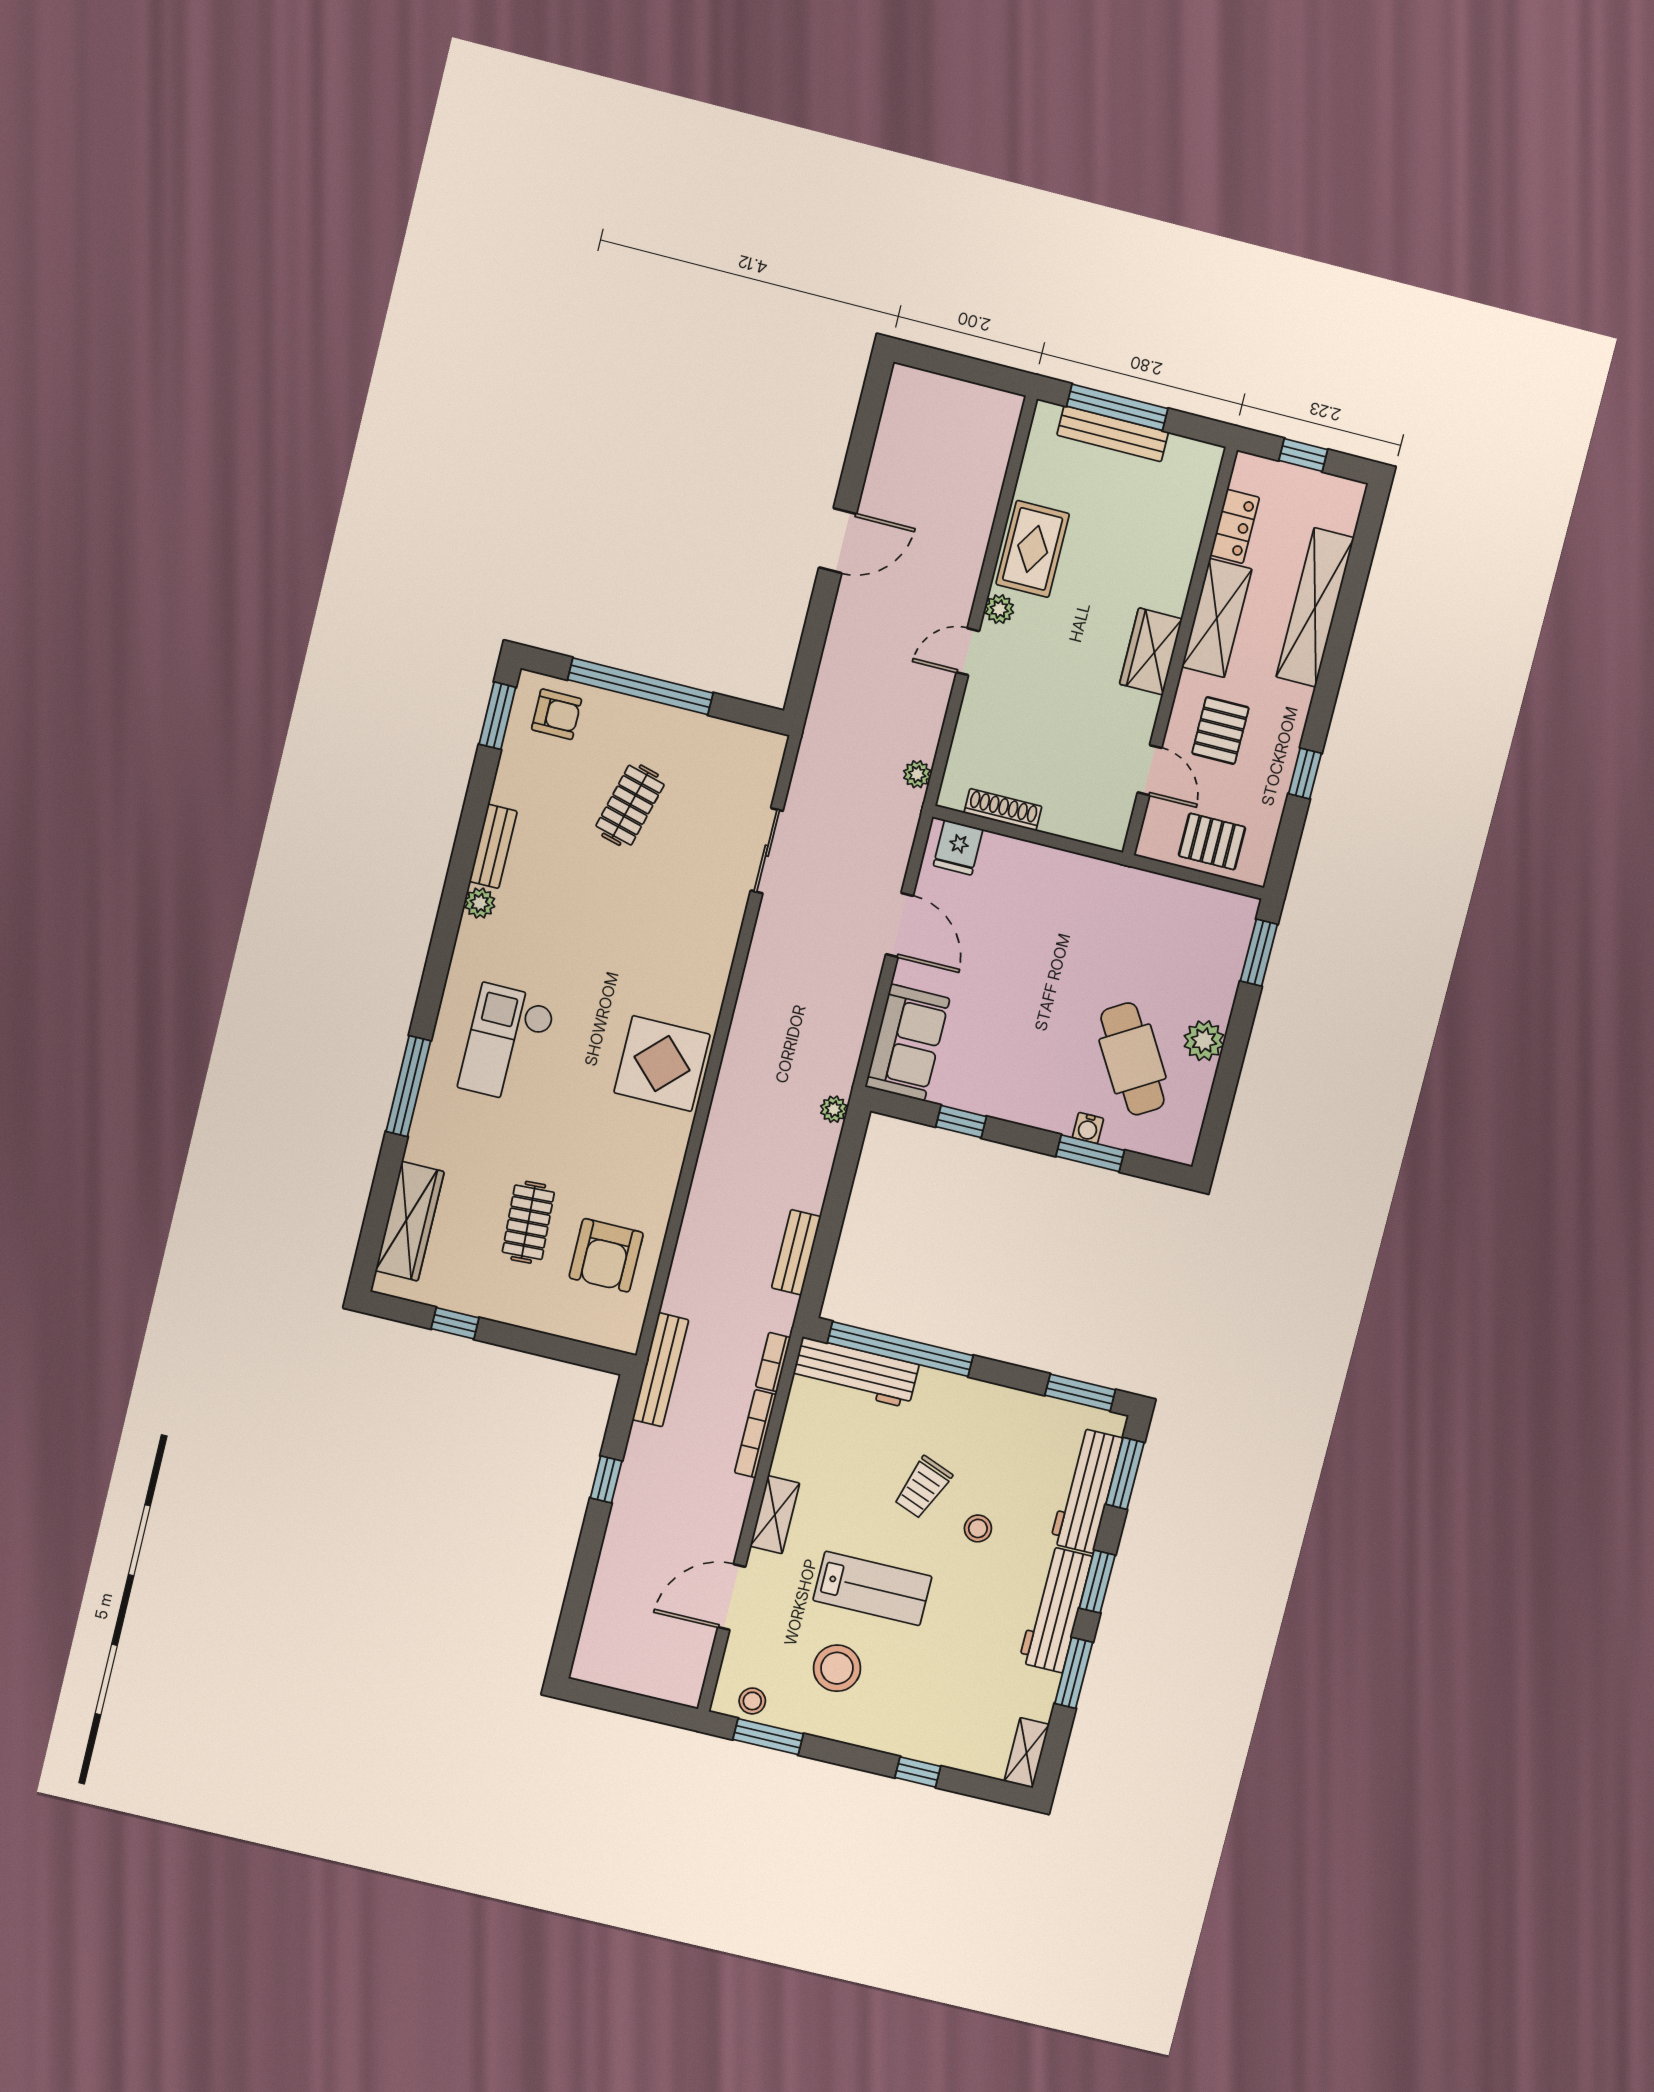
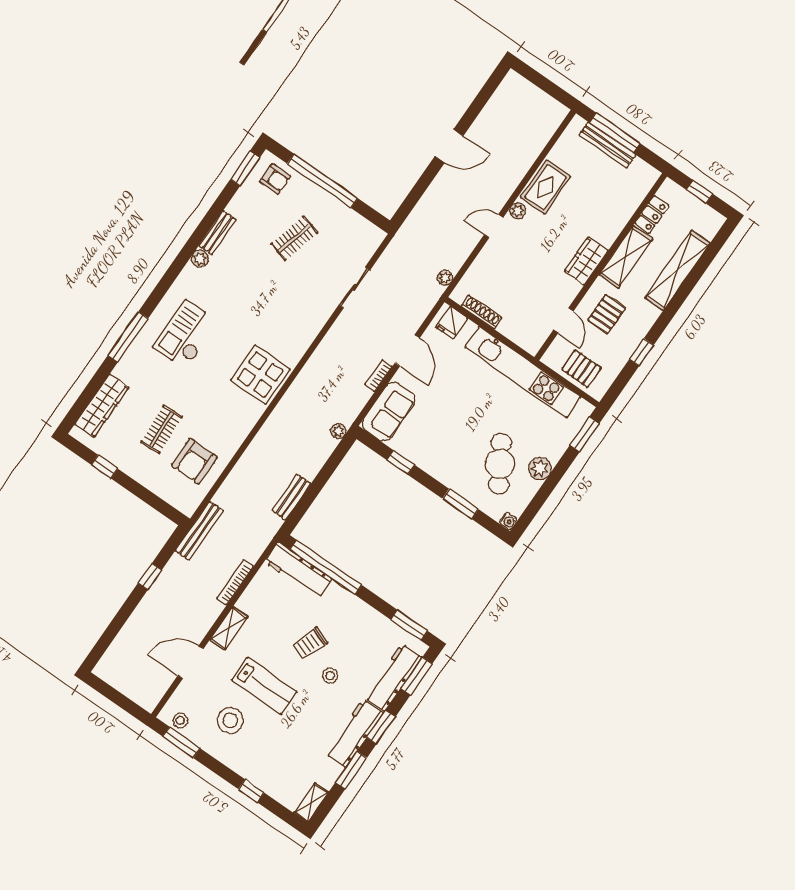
kitchen unit: (1113, 886) -> (523, 372), added
water cooler: (1088, 1128) -> (508, 521), moved, turned -90
bookcase: (773, 1362) -> (379, 376), moved

